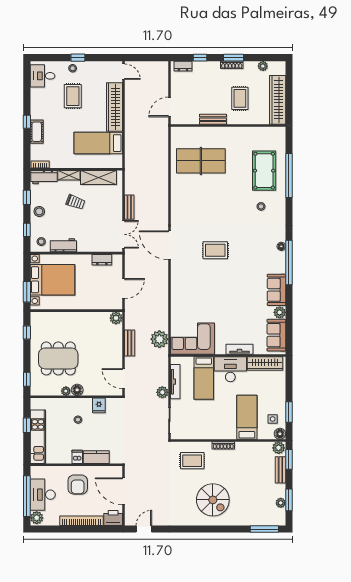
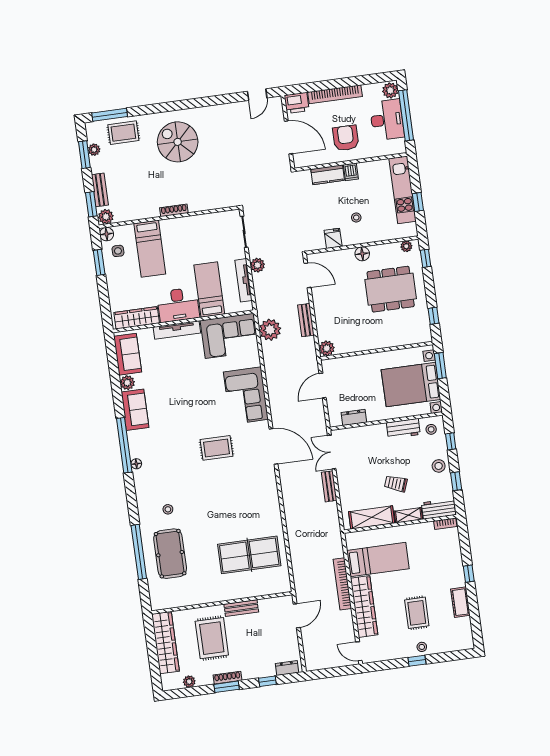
desk: (43, 76) -> (457, 633), removed
rug: (240, 98) -> (212, 638), width x1.36, depth x1.43
bookcase: (129, 127) -> (342, 584), added
cot: (37, 132) -> (460, 602), moved
corner sofa: (186, 289) -> (246, 396), added
tv unit: (240, 349) -> (177, 330), width x1.41
plant: (66, 391) -> (406, 246), moved
rug: (192, 461) -> (123, 133), moved

